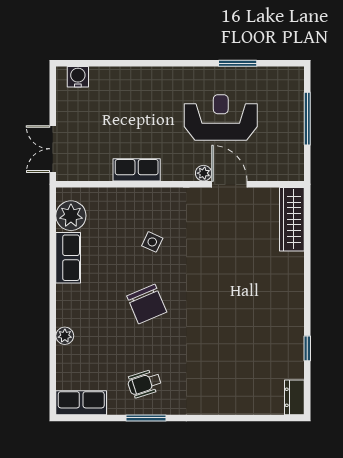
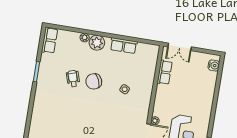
double door: (53, 149) -> (180, 47), swing flipped
row of seats: (137, 170) -> (165, 72), moved
plant: (71, 216) -> (97, 43), moved
wheelchair: (145, 383) -> (73, 79), moved

